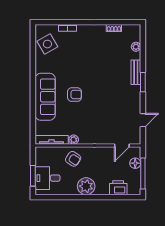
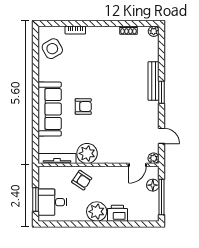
plant: (136, 47) -> (154, 31), moved
bench: (136, 72) -> (154, 81), width x1.36
door: (143, 120) -> (162, 136), hinge flipped
plant: (74, 140) -> (87, 153), width x1.87, depth x1.87
plant: (136, 140) -> (154, 158), added
printer: (118, 188) -> (117, 213), moved

